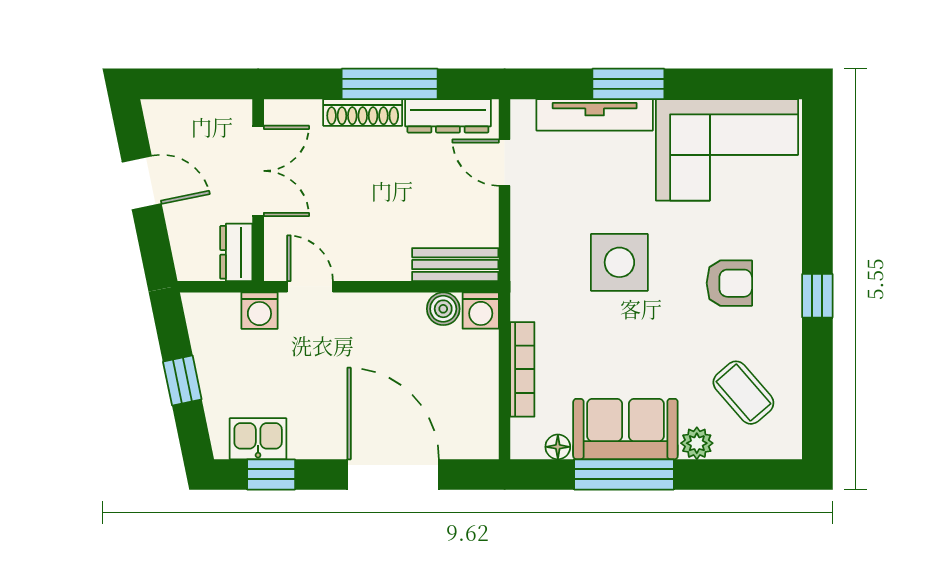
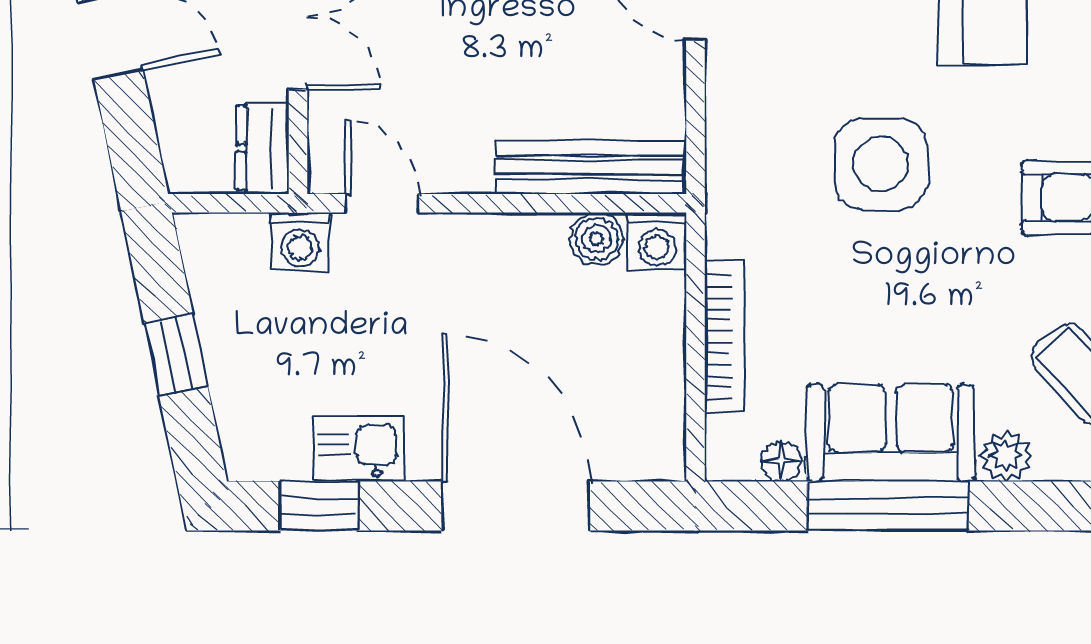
bench: (455, 265) -> (591, 168), width x1.36
kitchen sink: (258, 439) -> (358, 448), moved

